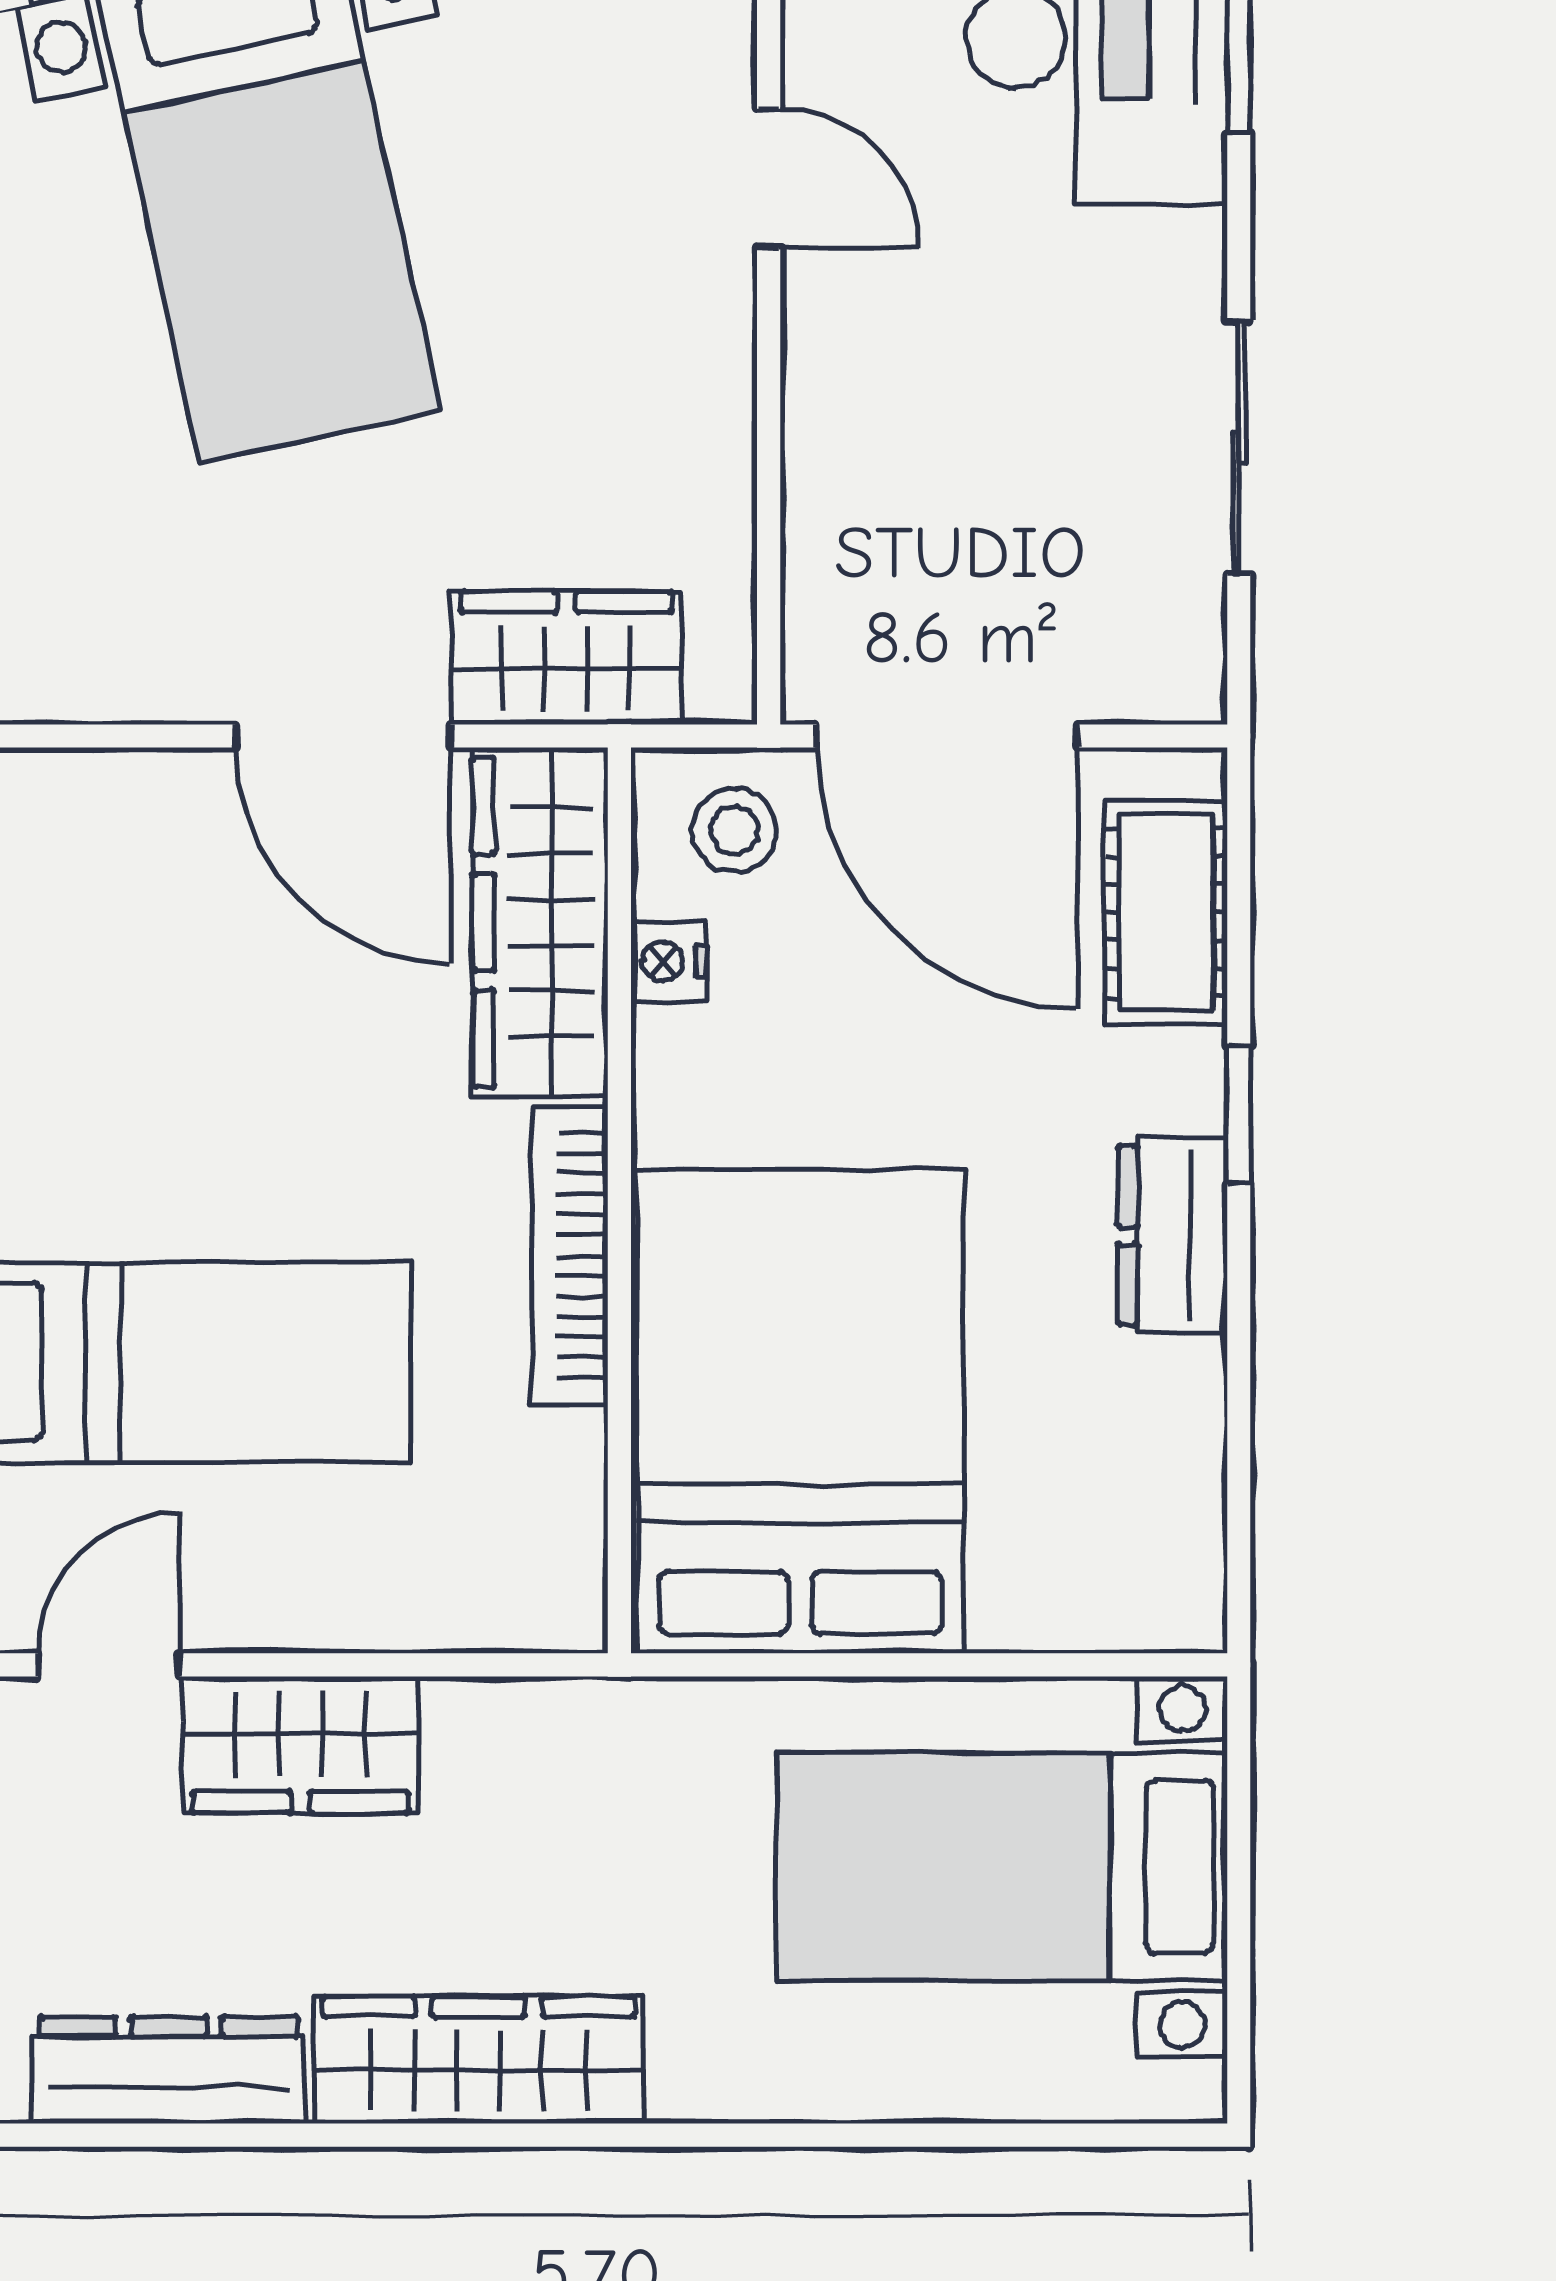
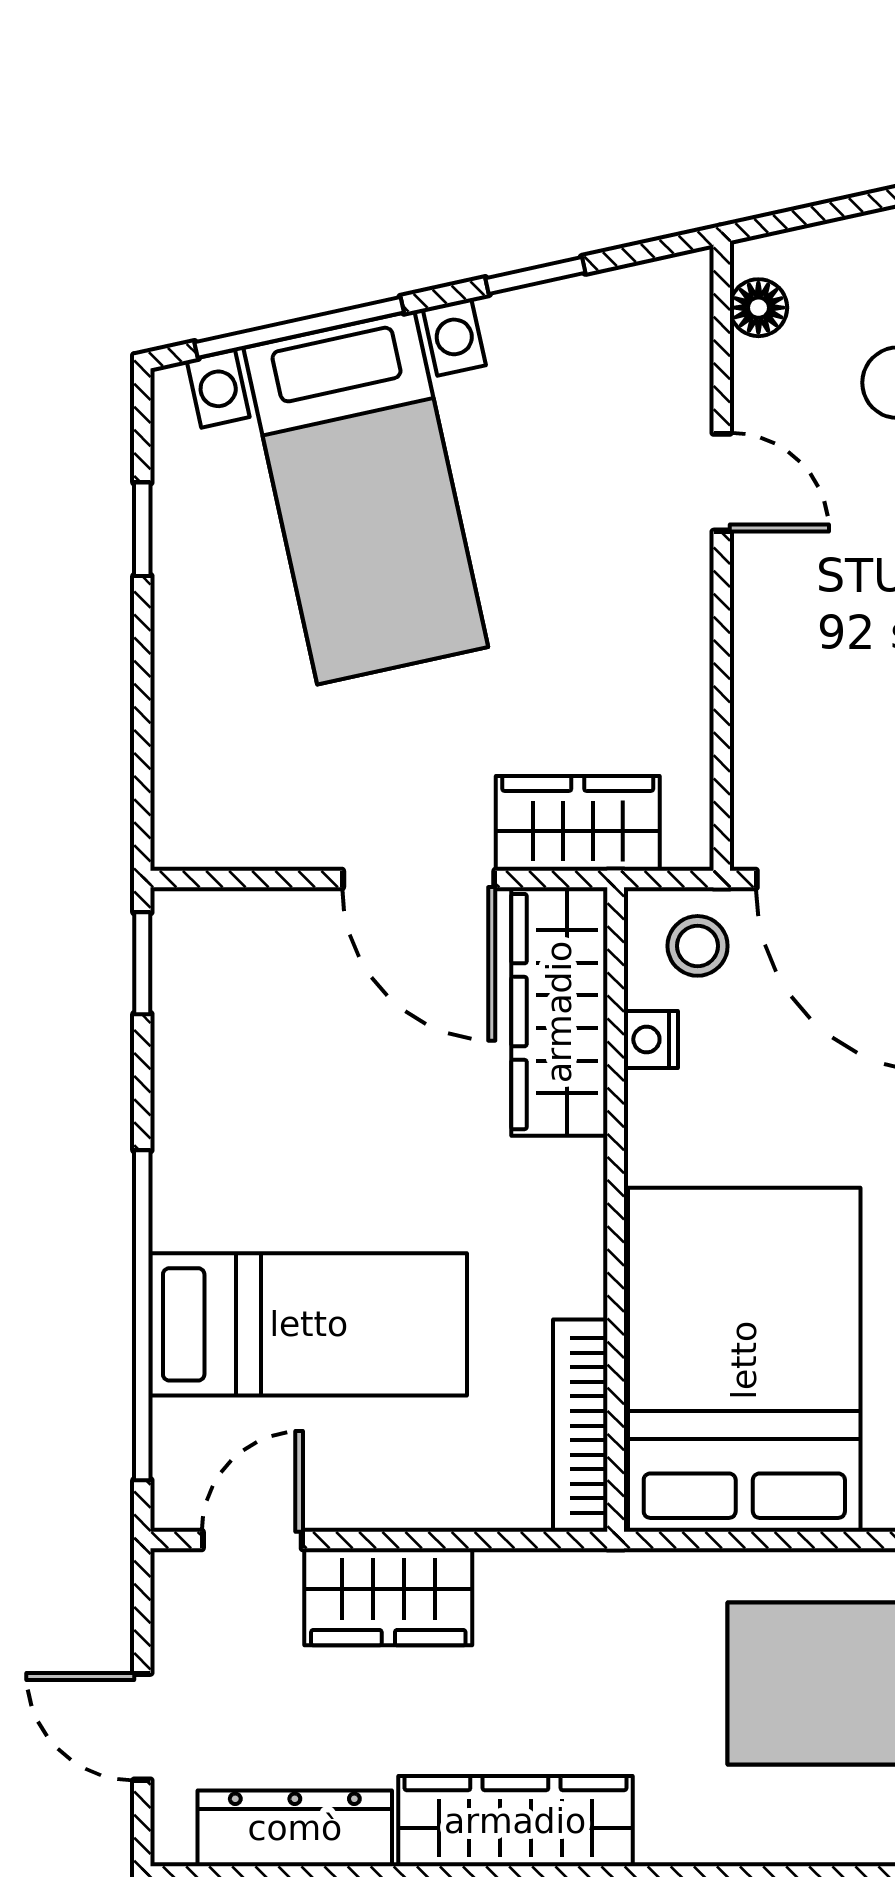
bookcase: (570, 1256) -> (580, 1426), moved

